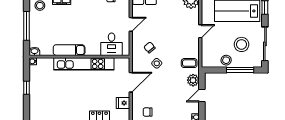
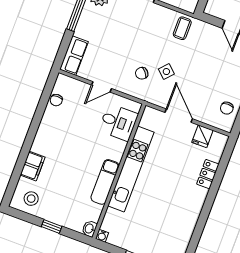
door: (131, 24) -> (102, 87), swing flipped
window: (27, 26) -> (52, 227), width x0.46
plant: (193, 80) -> (207, 31), removed

